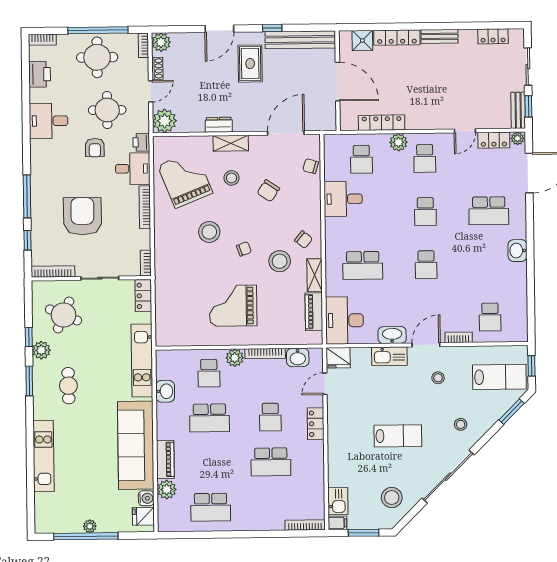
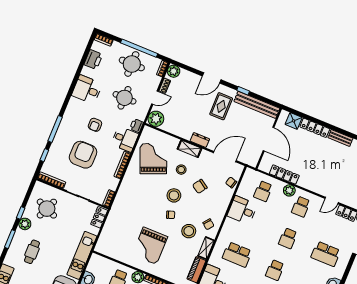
dresser: (219, 125) -> (200, 140), moved
armchair: (95, 148) -> (95, 125), moved
stool: (209, 232) -> (174, 195), moved
grand piano: (233, 306) -> (150, 246), turned -90

